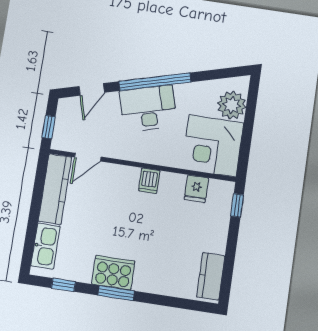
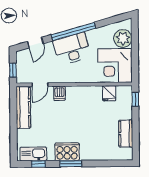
dishwasher: (149, 181) -> (59, 93), moved
kitchen sink: (46, 246) -> (33, 154), moved, turned -90
kitchen counter: (211, 276) -> (126, 134), moved

